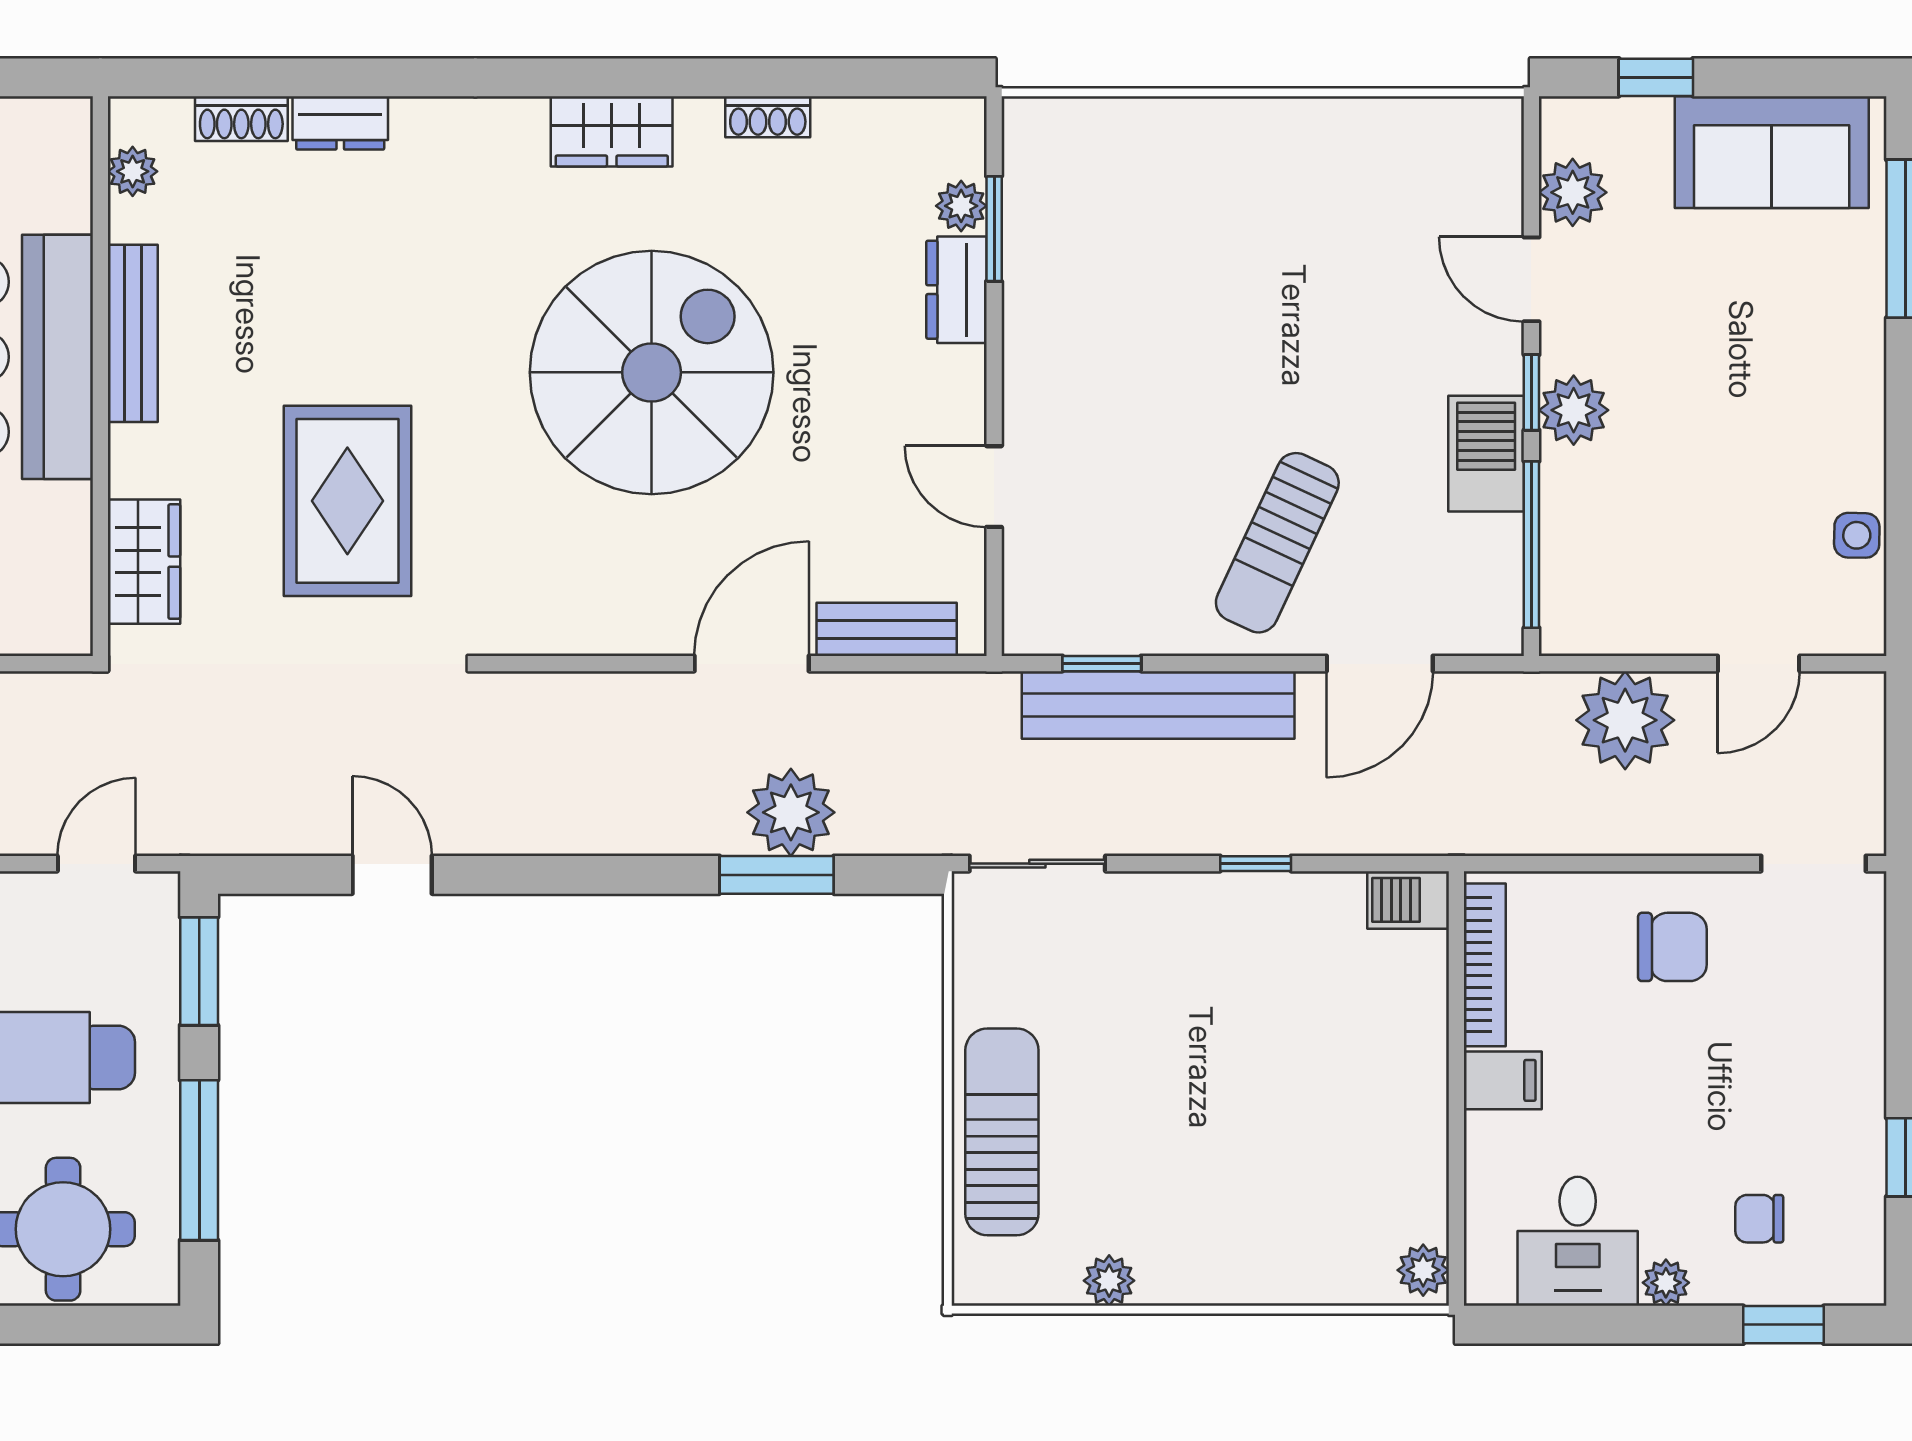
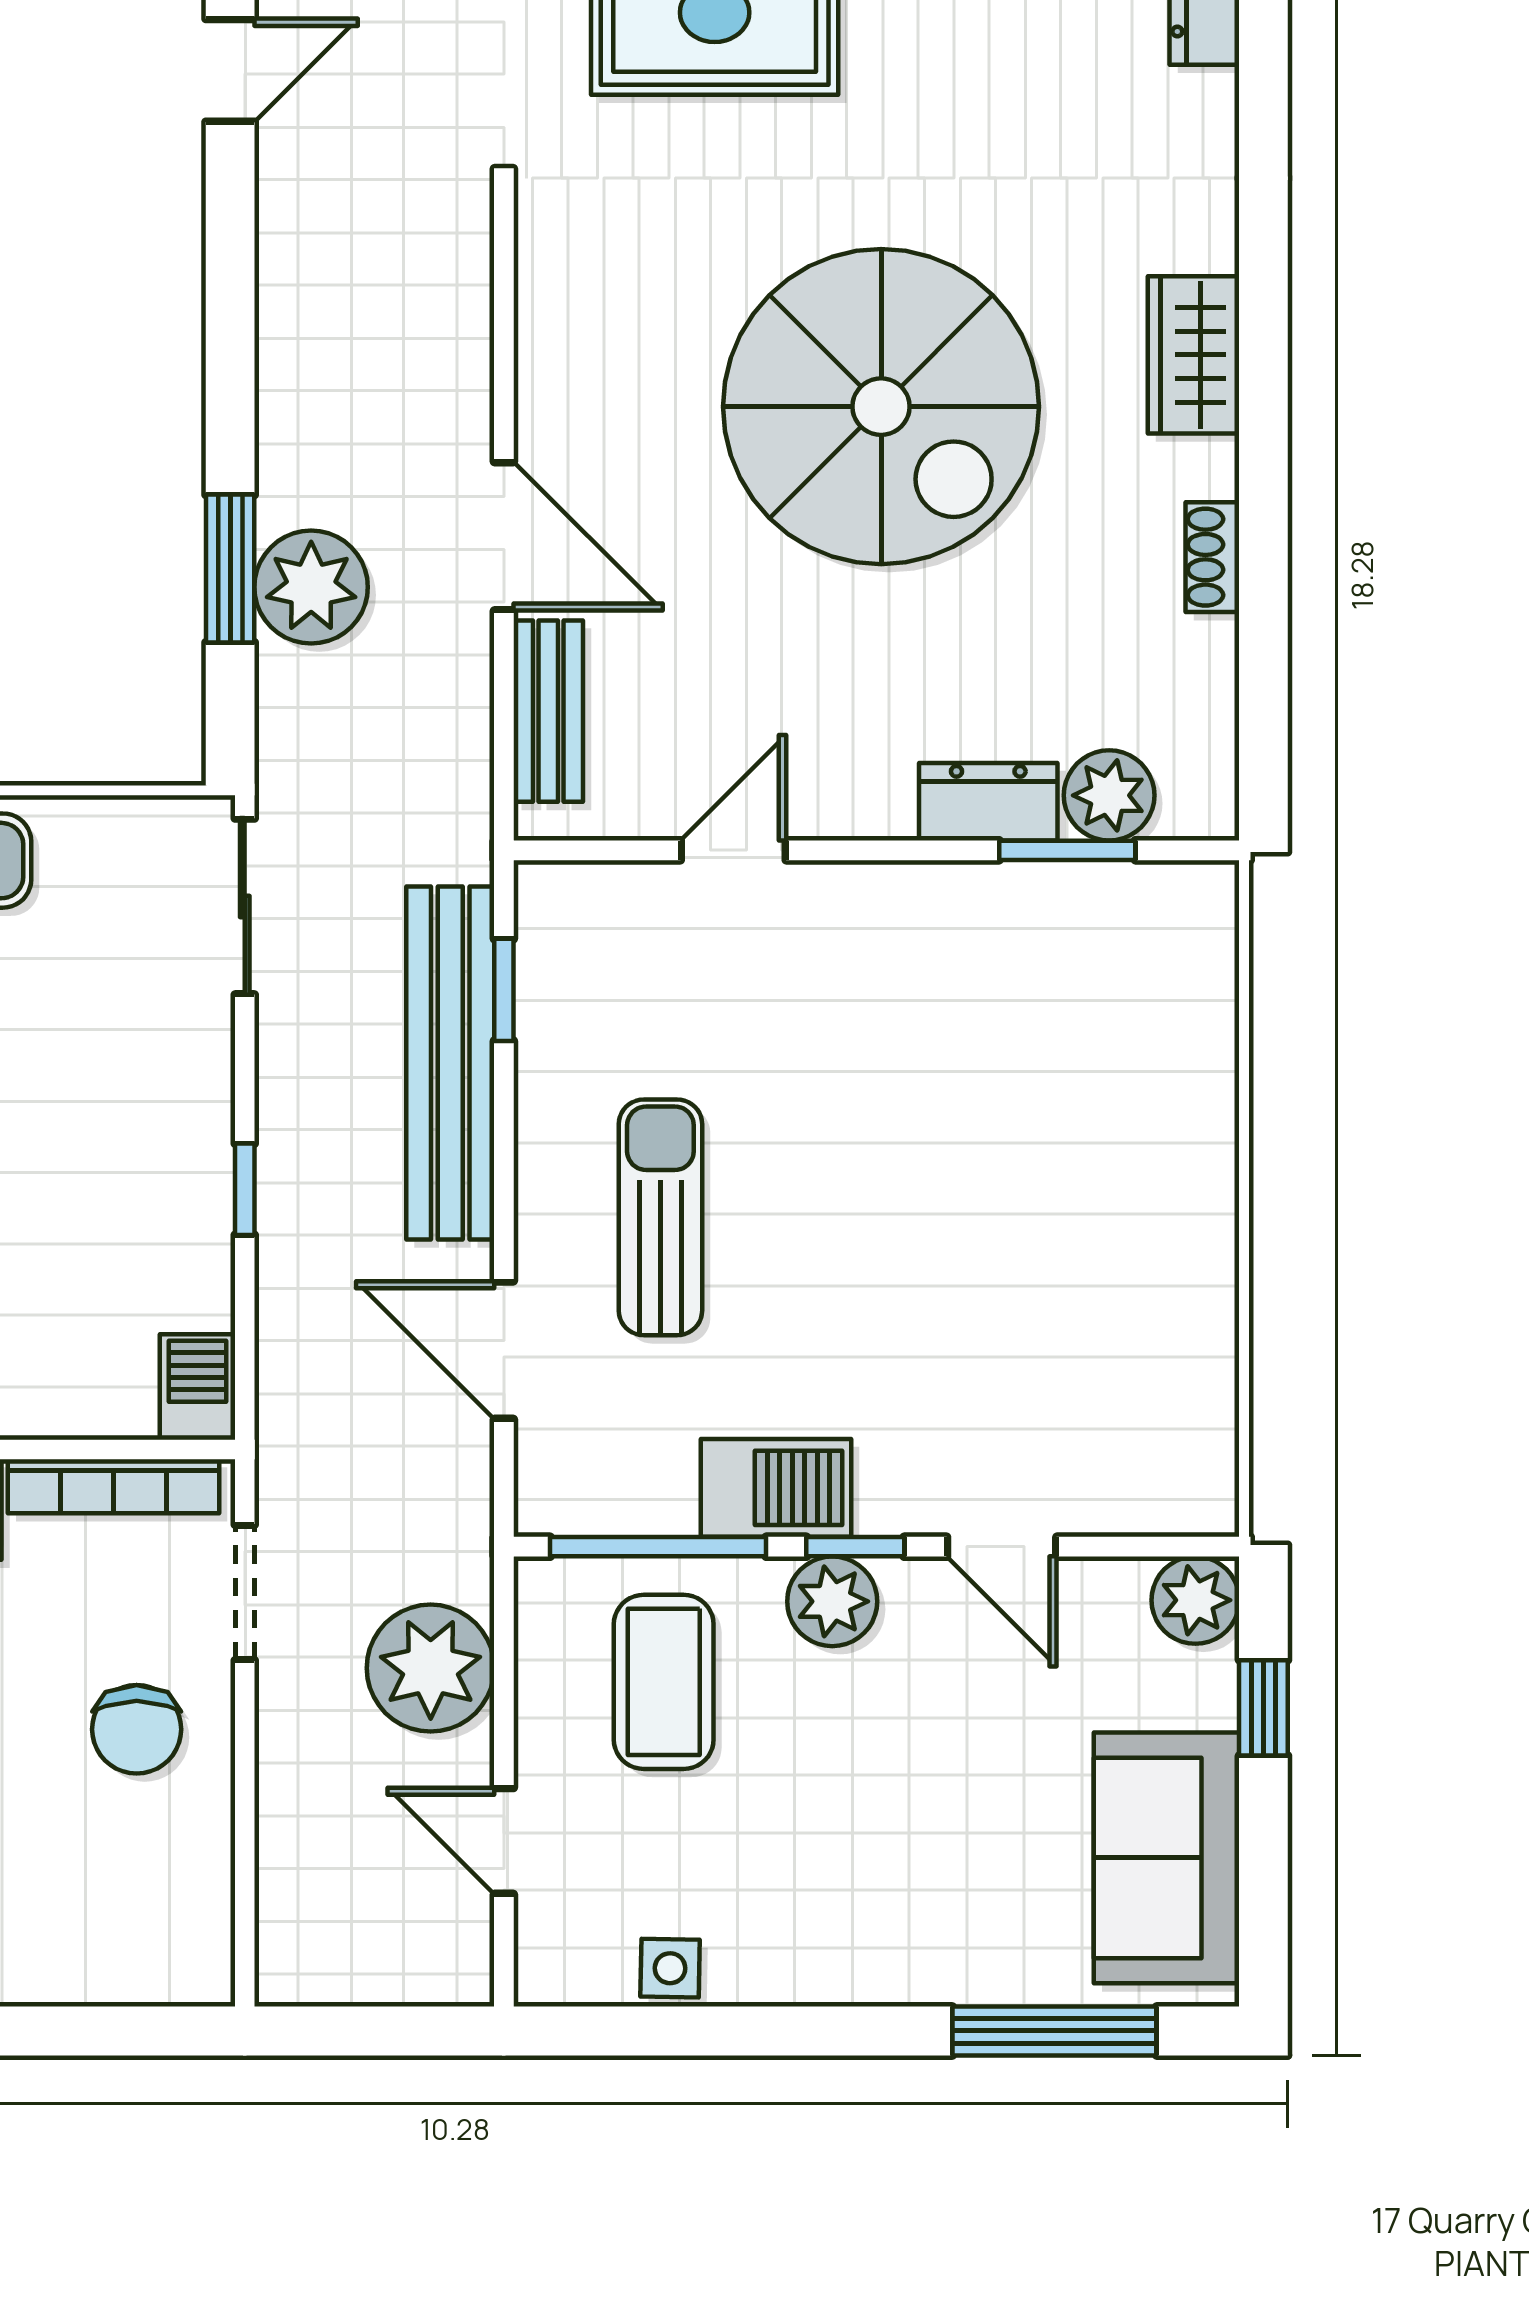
plant: (1573, 192) -> (1195, 1600), moved
plant: (961, 206) -> (1109, 795), width x1.38, depth x1.38
door: (1531, 279) -> (1002, 1547), swing flipped
coffee table: (1636, 540) -> (664, 1682), added
sun lounger: (1277, 543) -> (660, 1217), turned 65
doorway: (1814, 864) -> (245, 1592), moved

